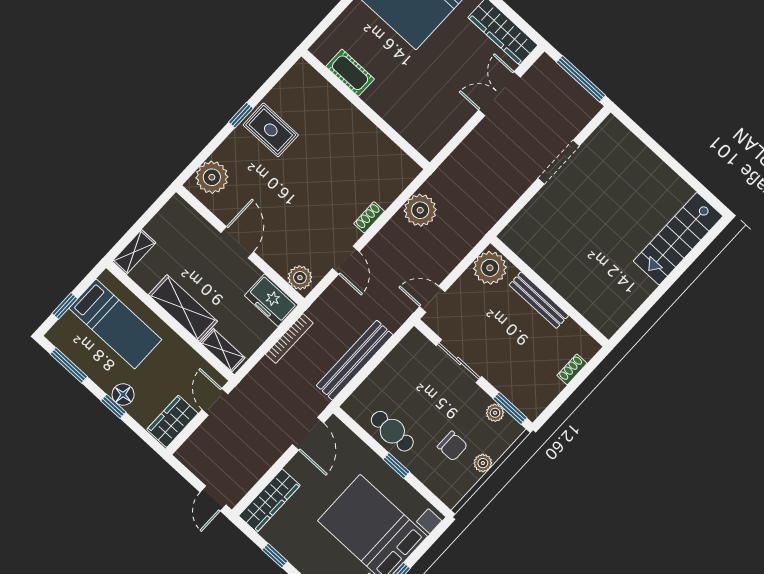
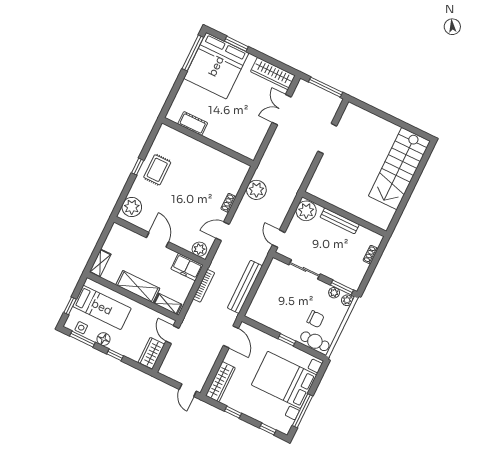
rug: (271, 130) -> (157, 170), turned 90
stairs: (678, 239) -> (399, 169), width x1.36, depth x1.51
door: (346, 260) -> (223, 231), swing flipped
door: (432, 299) -> (279, 239), hinge flipped
side table: (72, 346) -> (81, 328), added
floor lamp: (123, 395) -> (104, 339), moved
cafe table: (392, 431) -> (315, 341), moved
plant: (483, 463) -> (347, 300), moved

